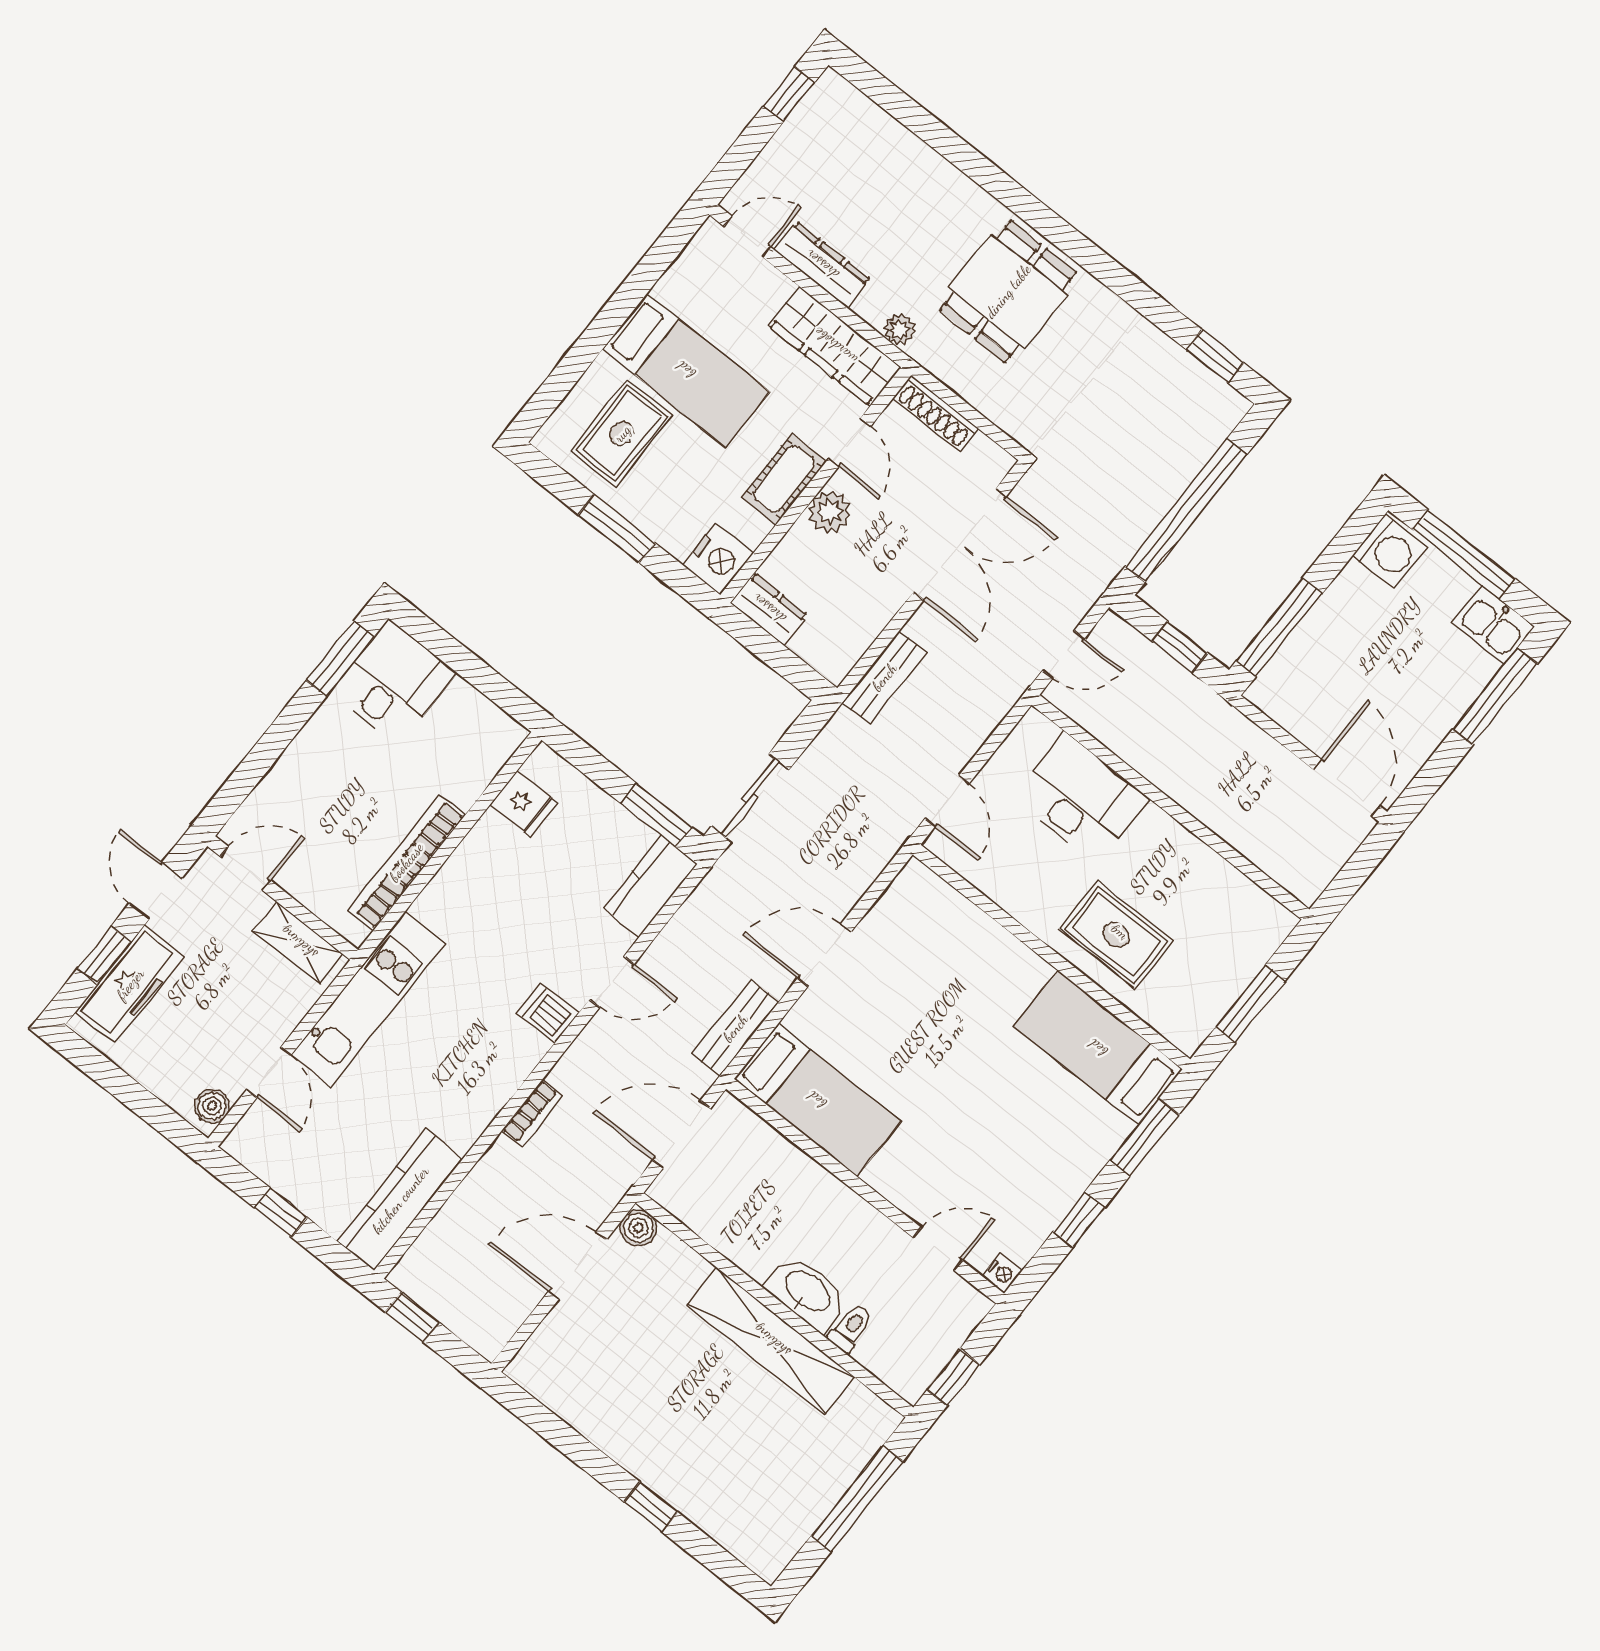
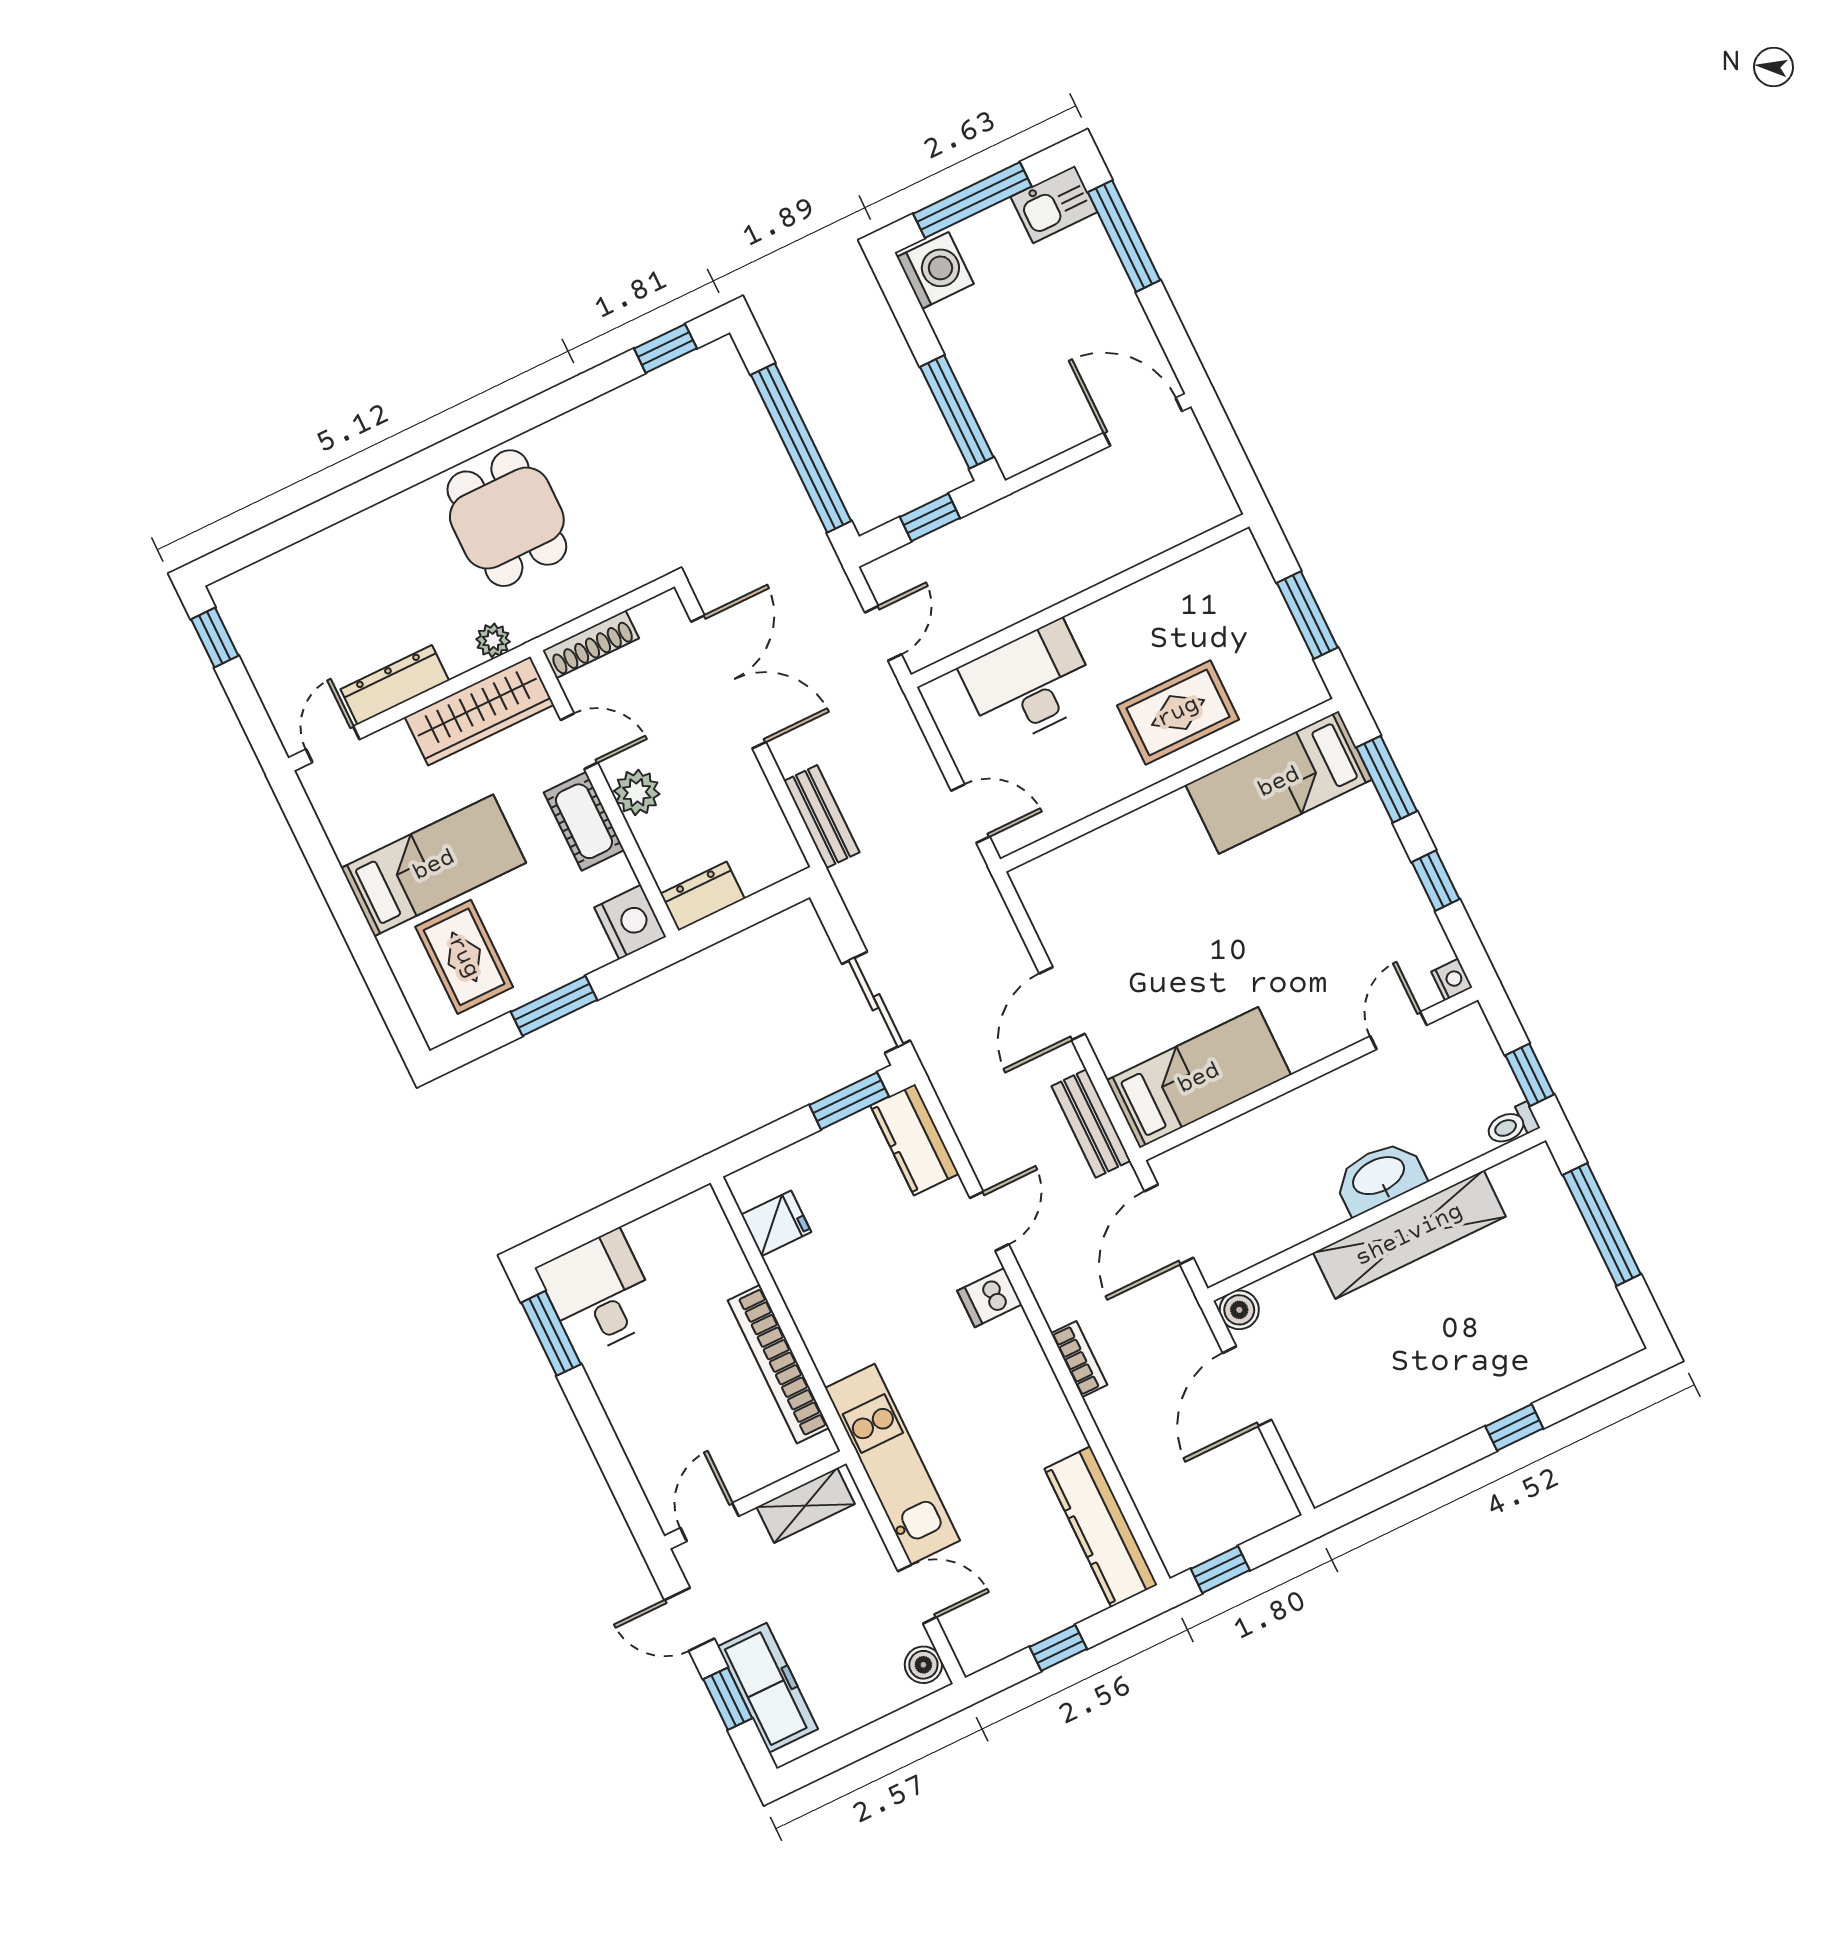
toilet: (851, 1328) -> (1512, 1125), moved, turned -90

